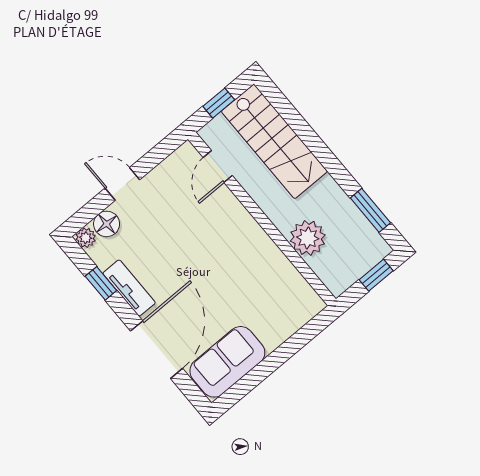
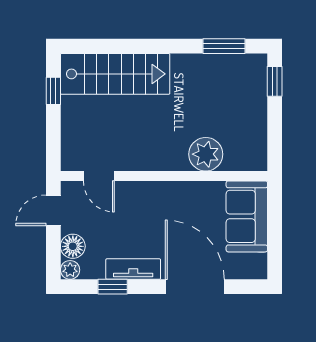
door: (218, 166) -> (99, 176), moved
wall: (262, 219) -> (164, 176), moved
plant: (308, 238) -> (206, 154), moved
sofa: (227, 362) -> (247, 216), moved

